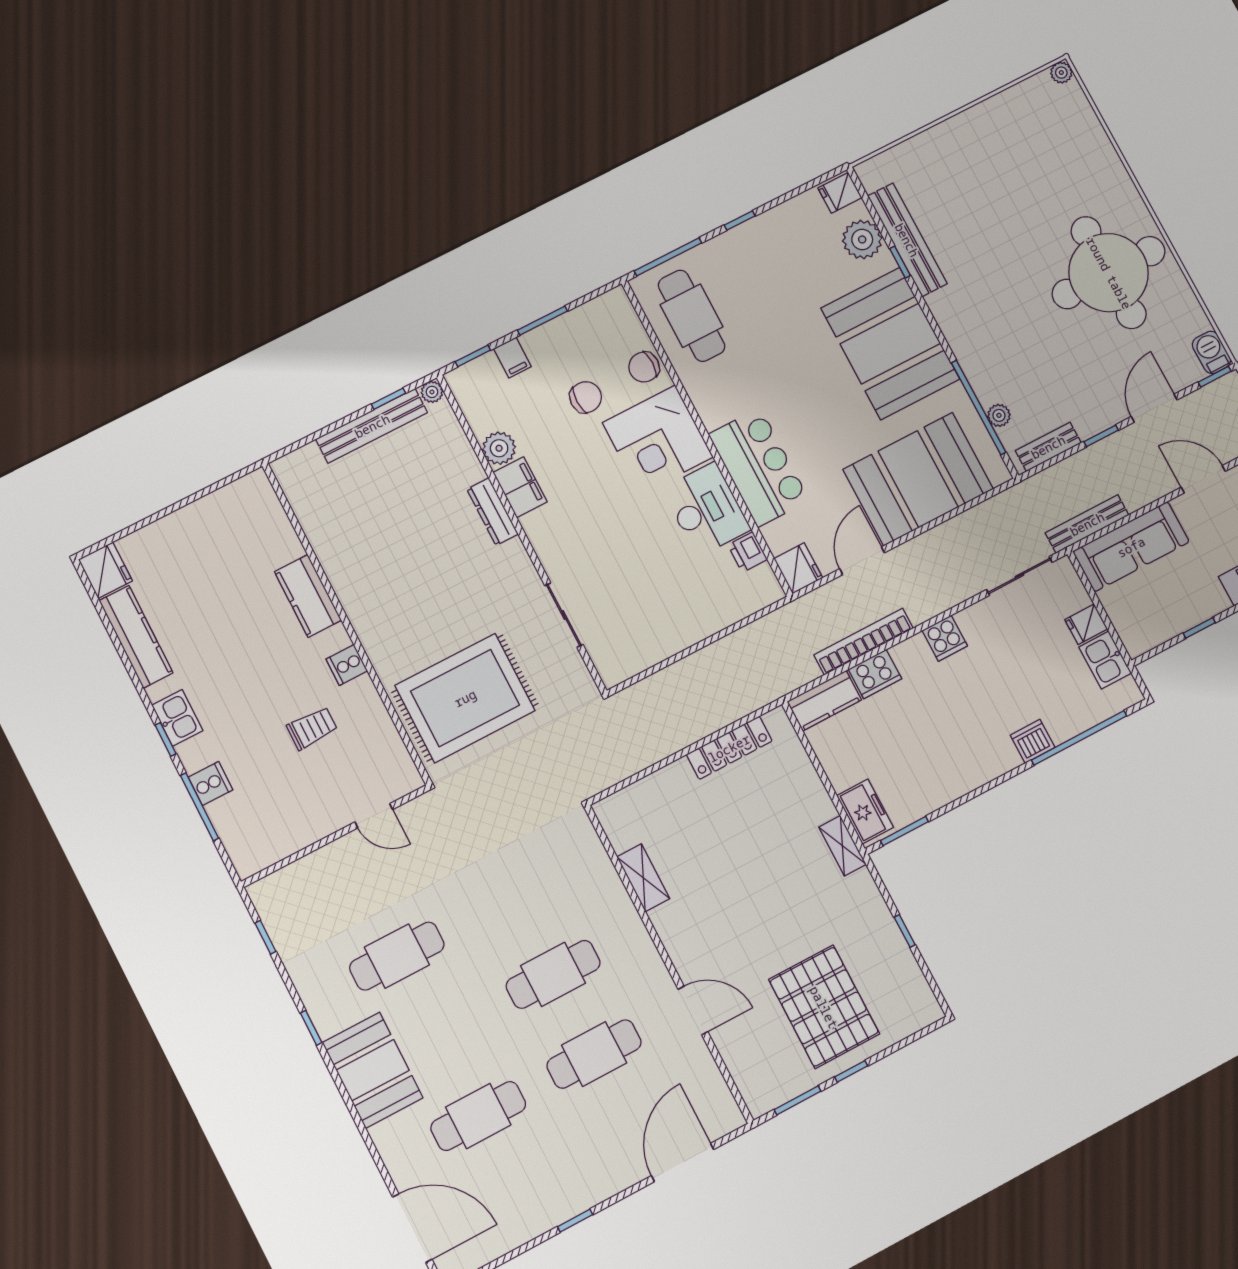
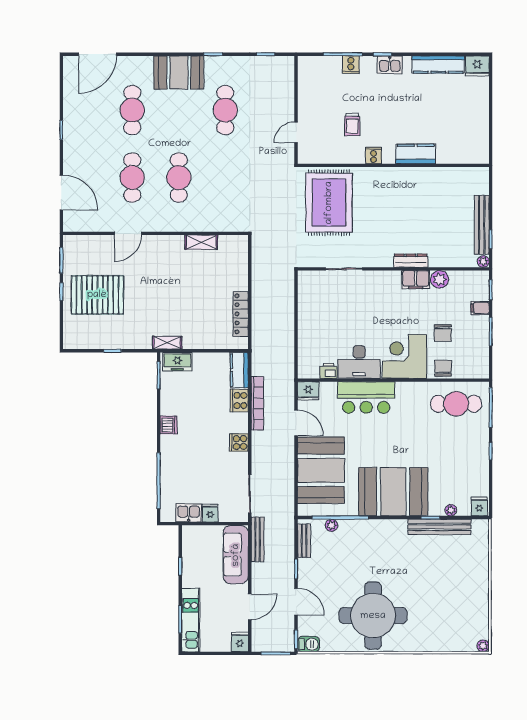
plant: (862, 239) -> (451, 510), width x0.53, depth x0.53
dishwasher: (1033, 741) -> (169, 425), moved

